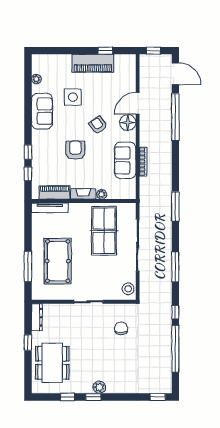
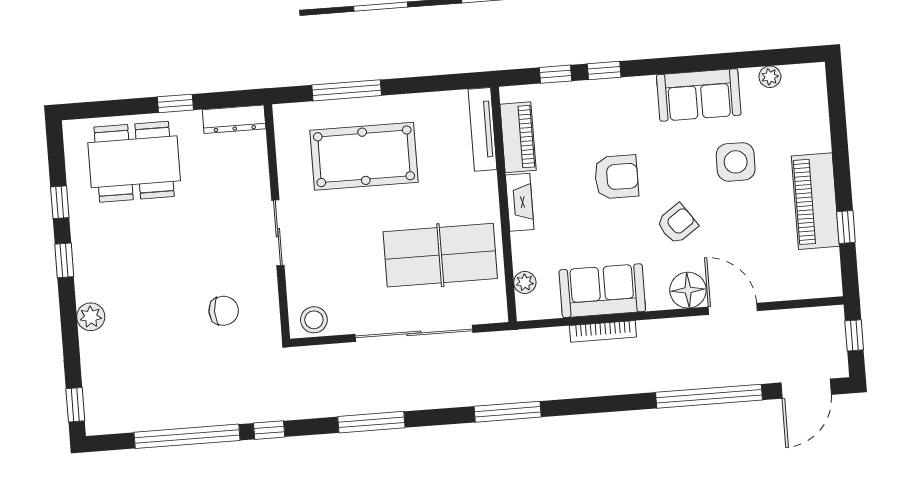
plant: (102, 194) -> (525, 282), moved
plant: (99, 387) -> (91, 317), moved

